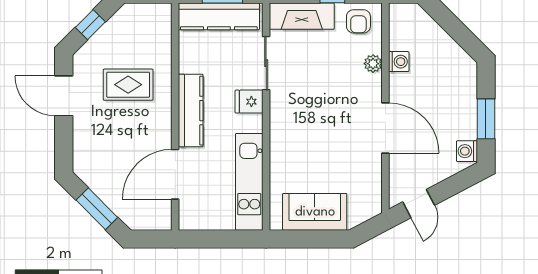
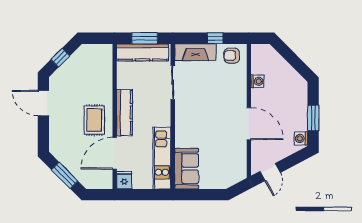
armchair: (358, 21) -> (232, 56), turned 90
plant: (373, 64) -> (241, 83), removed
rug: (128, 85) -> (94, 120), moved, turned 90
fridge: (249, 102) -> (124, 180), moved, turned 90
sofa: (315, 212) -> (187, 169), moved, turned 90

